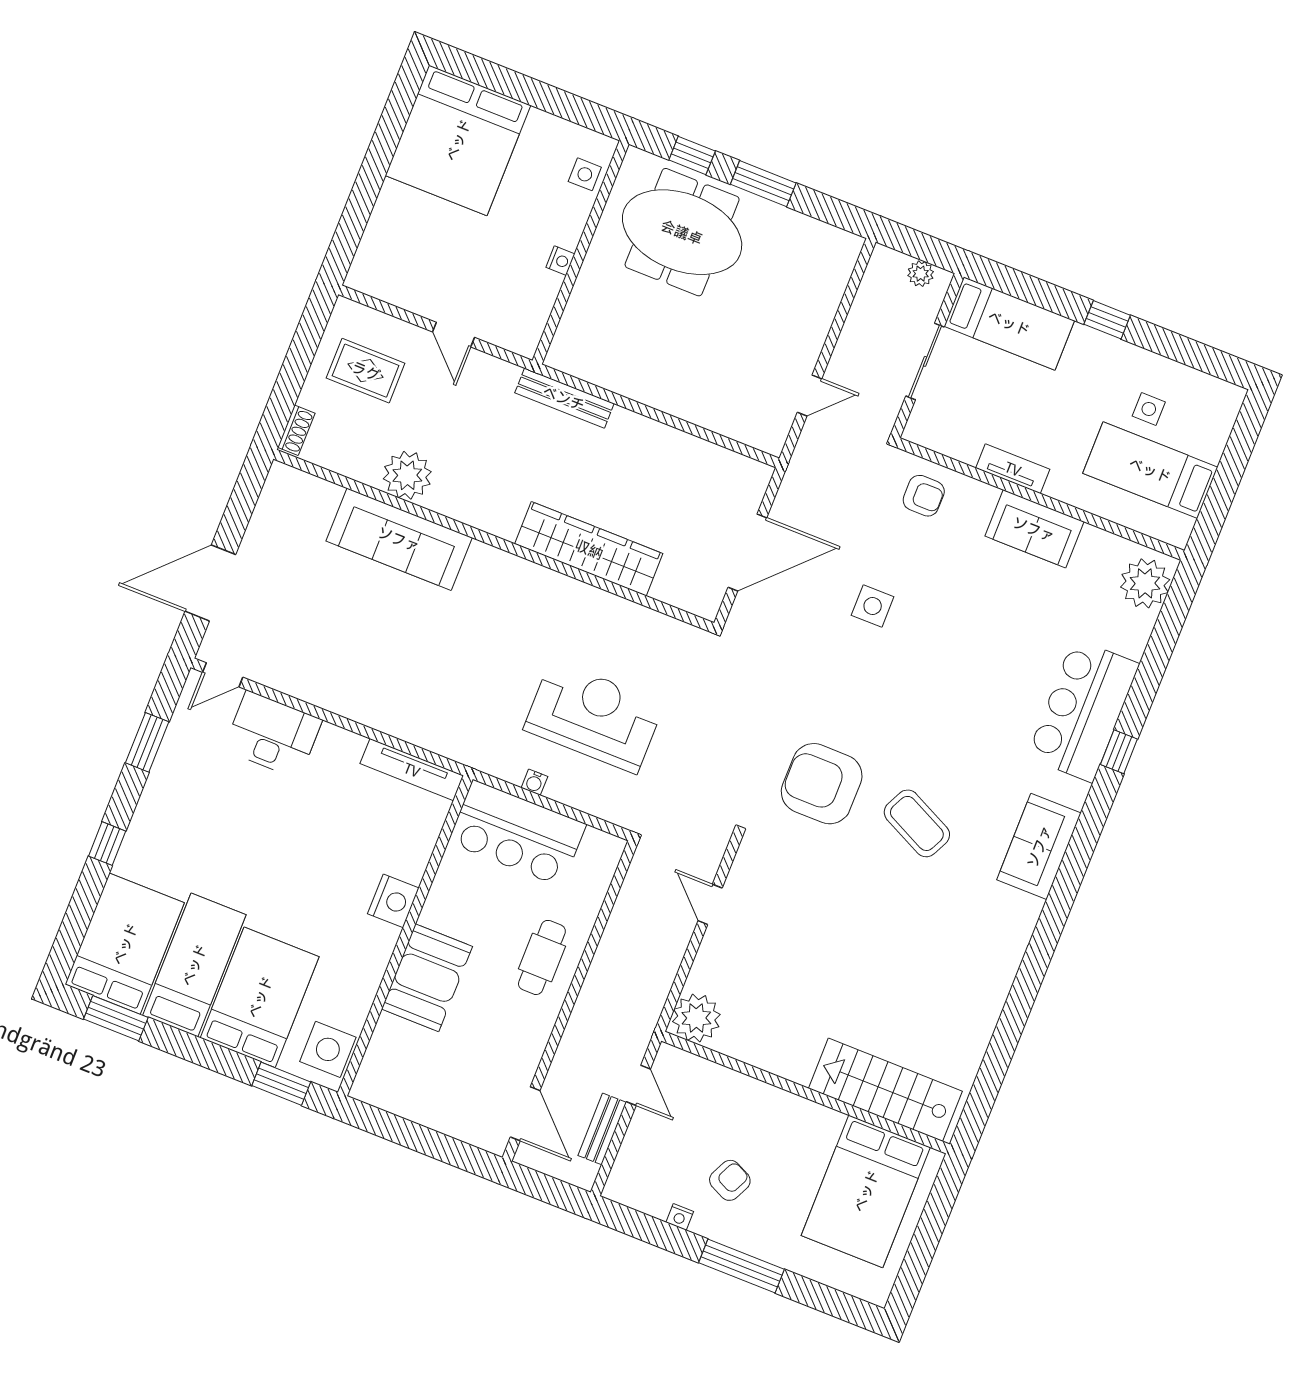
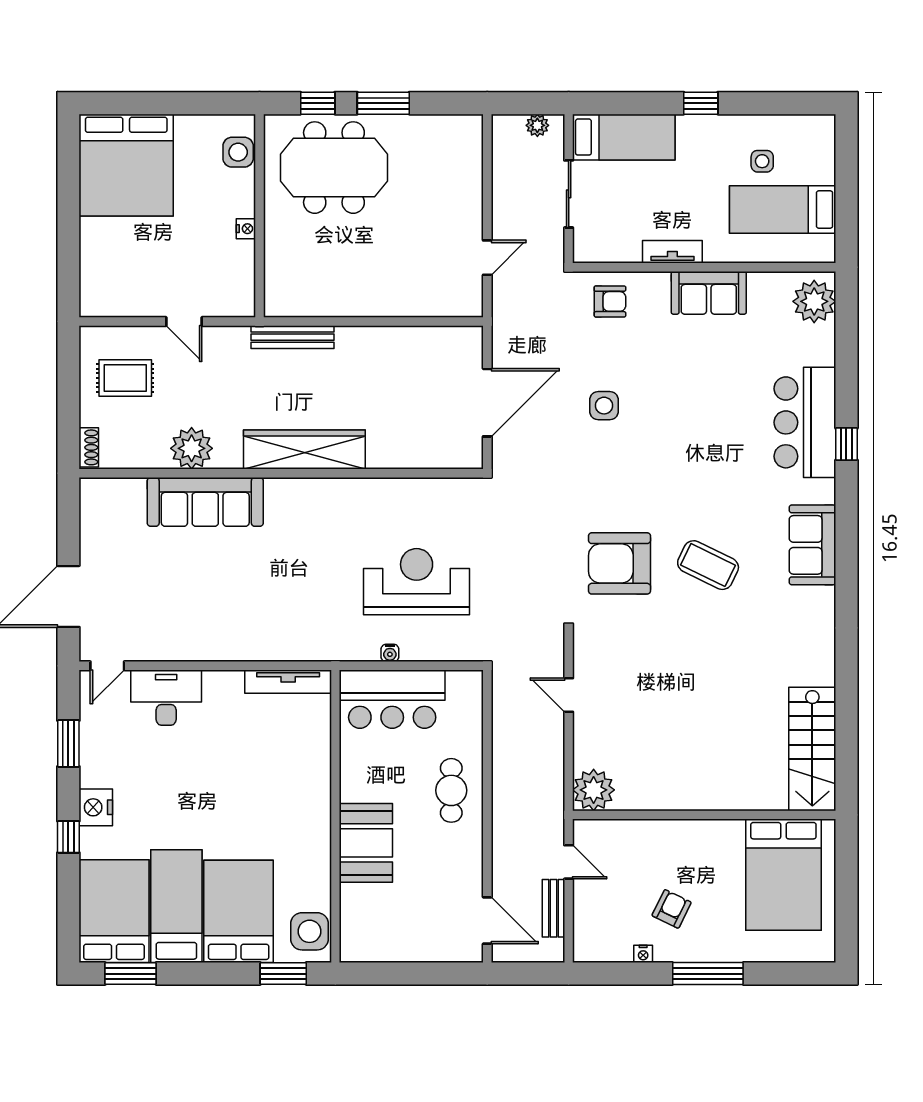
side table: (585, 174) -> (238, 152), width x1.37, depth x1.37
wardrobe: (589, 549) -> (304, 450), moved
nightstand: (393, 901) -> (96, 807), moved, turned 180
stairs: (885, 1090) -> (812, 749), moved, turned -90

